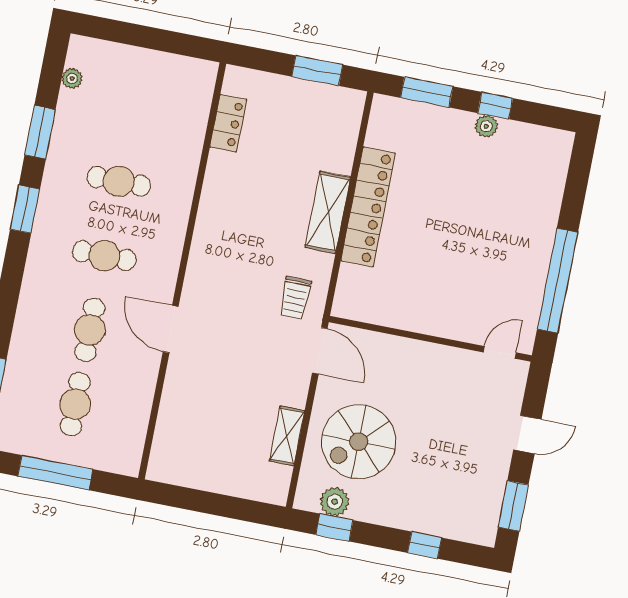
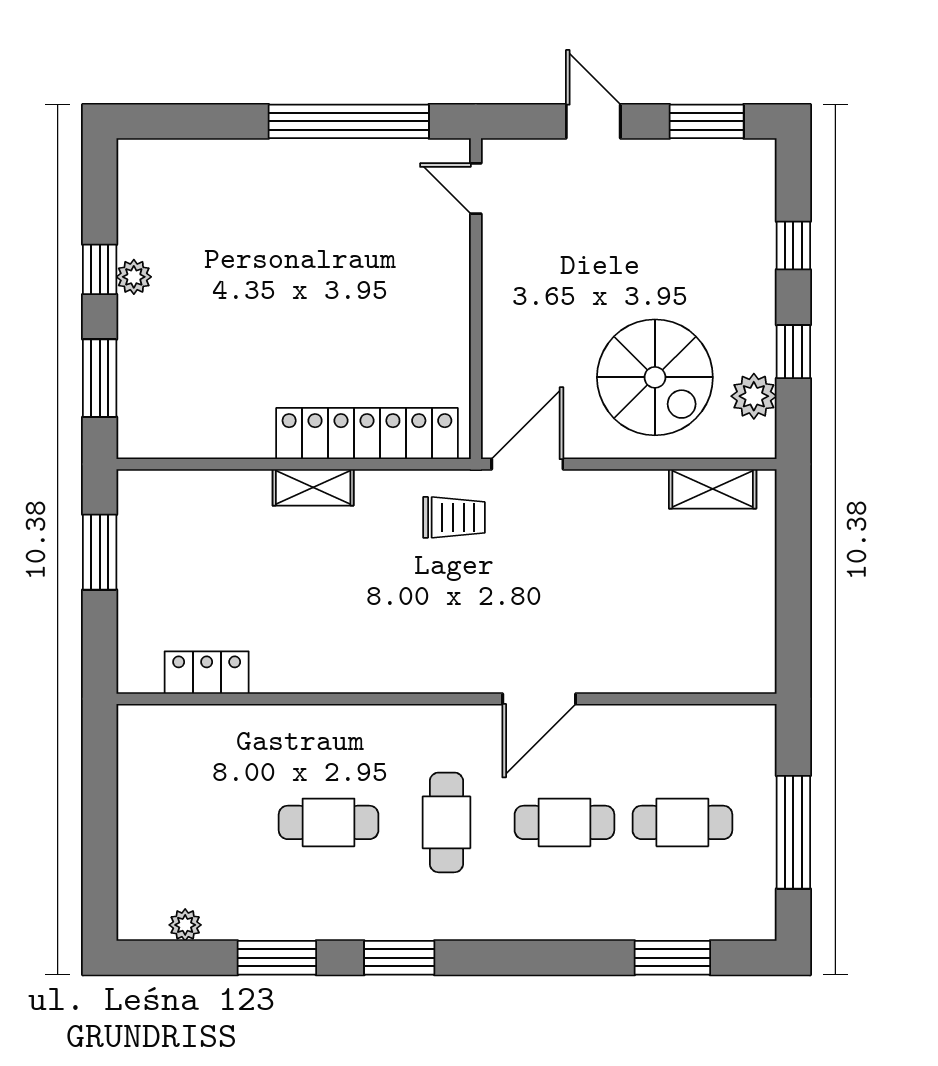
cafe table: (119, 181) -> (329, 822), turned 90
locker: (368, 207) -> (367, 433), moved
shelving: (328, 212) -> (313, 487), width x0.67, depth x0.75
shelving: (287, 436) -> (713, 489), moved
window: (334, 528) -> (793, 352), moved

